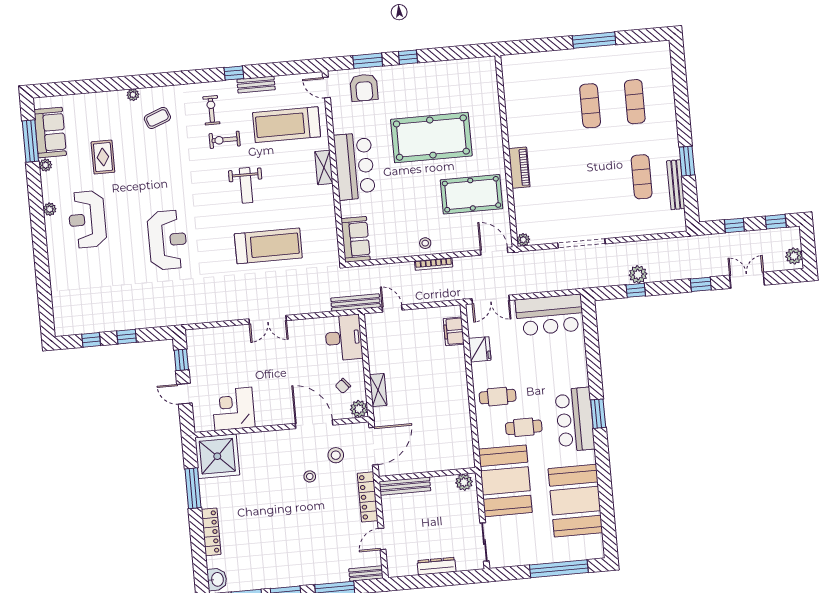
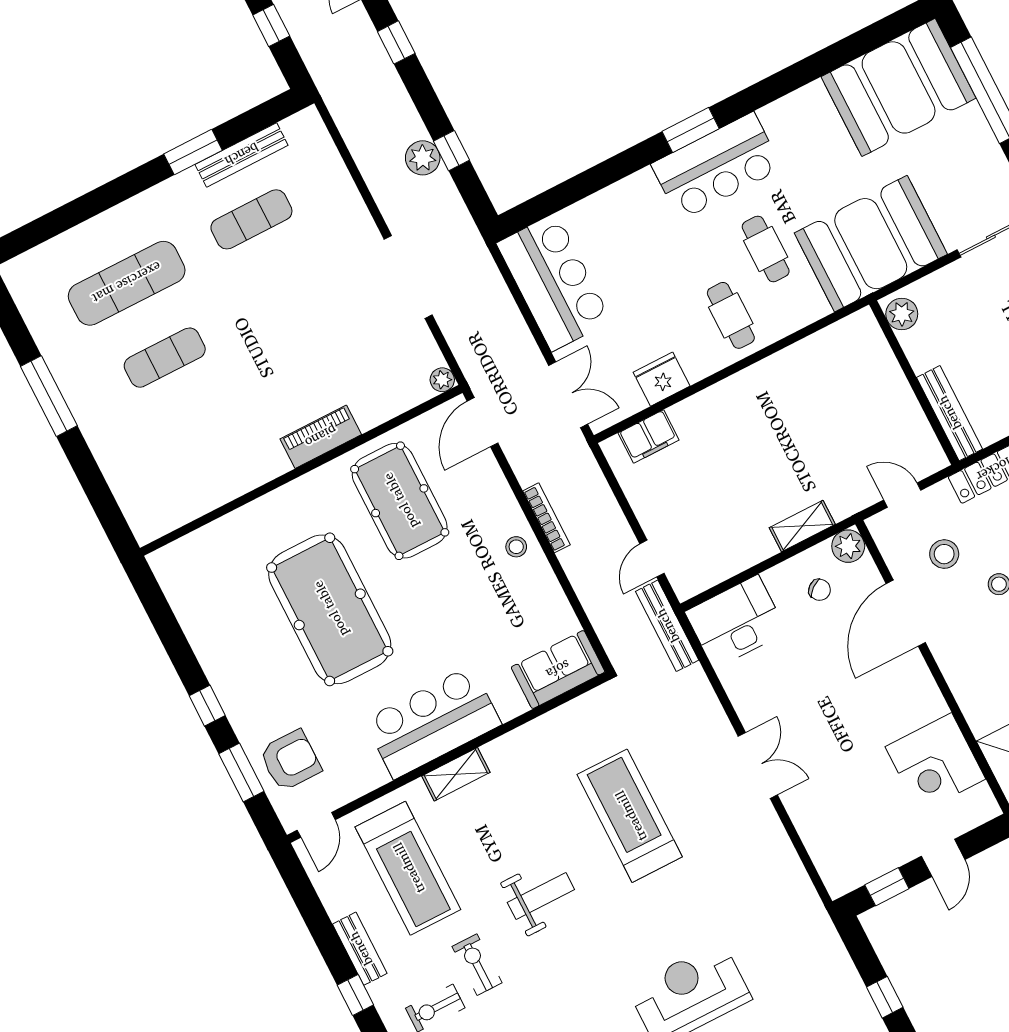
exercise mat: (635, 102) -> (127, 283), width x1.36, depth x1.45
exercise bike: (225, 140) -> (477, 965), turned 180
door: (374, 446) -> (902, 495), width x0.53
booth: (575, 501) -> (899, 87), moved

